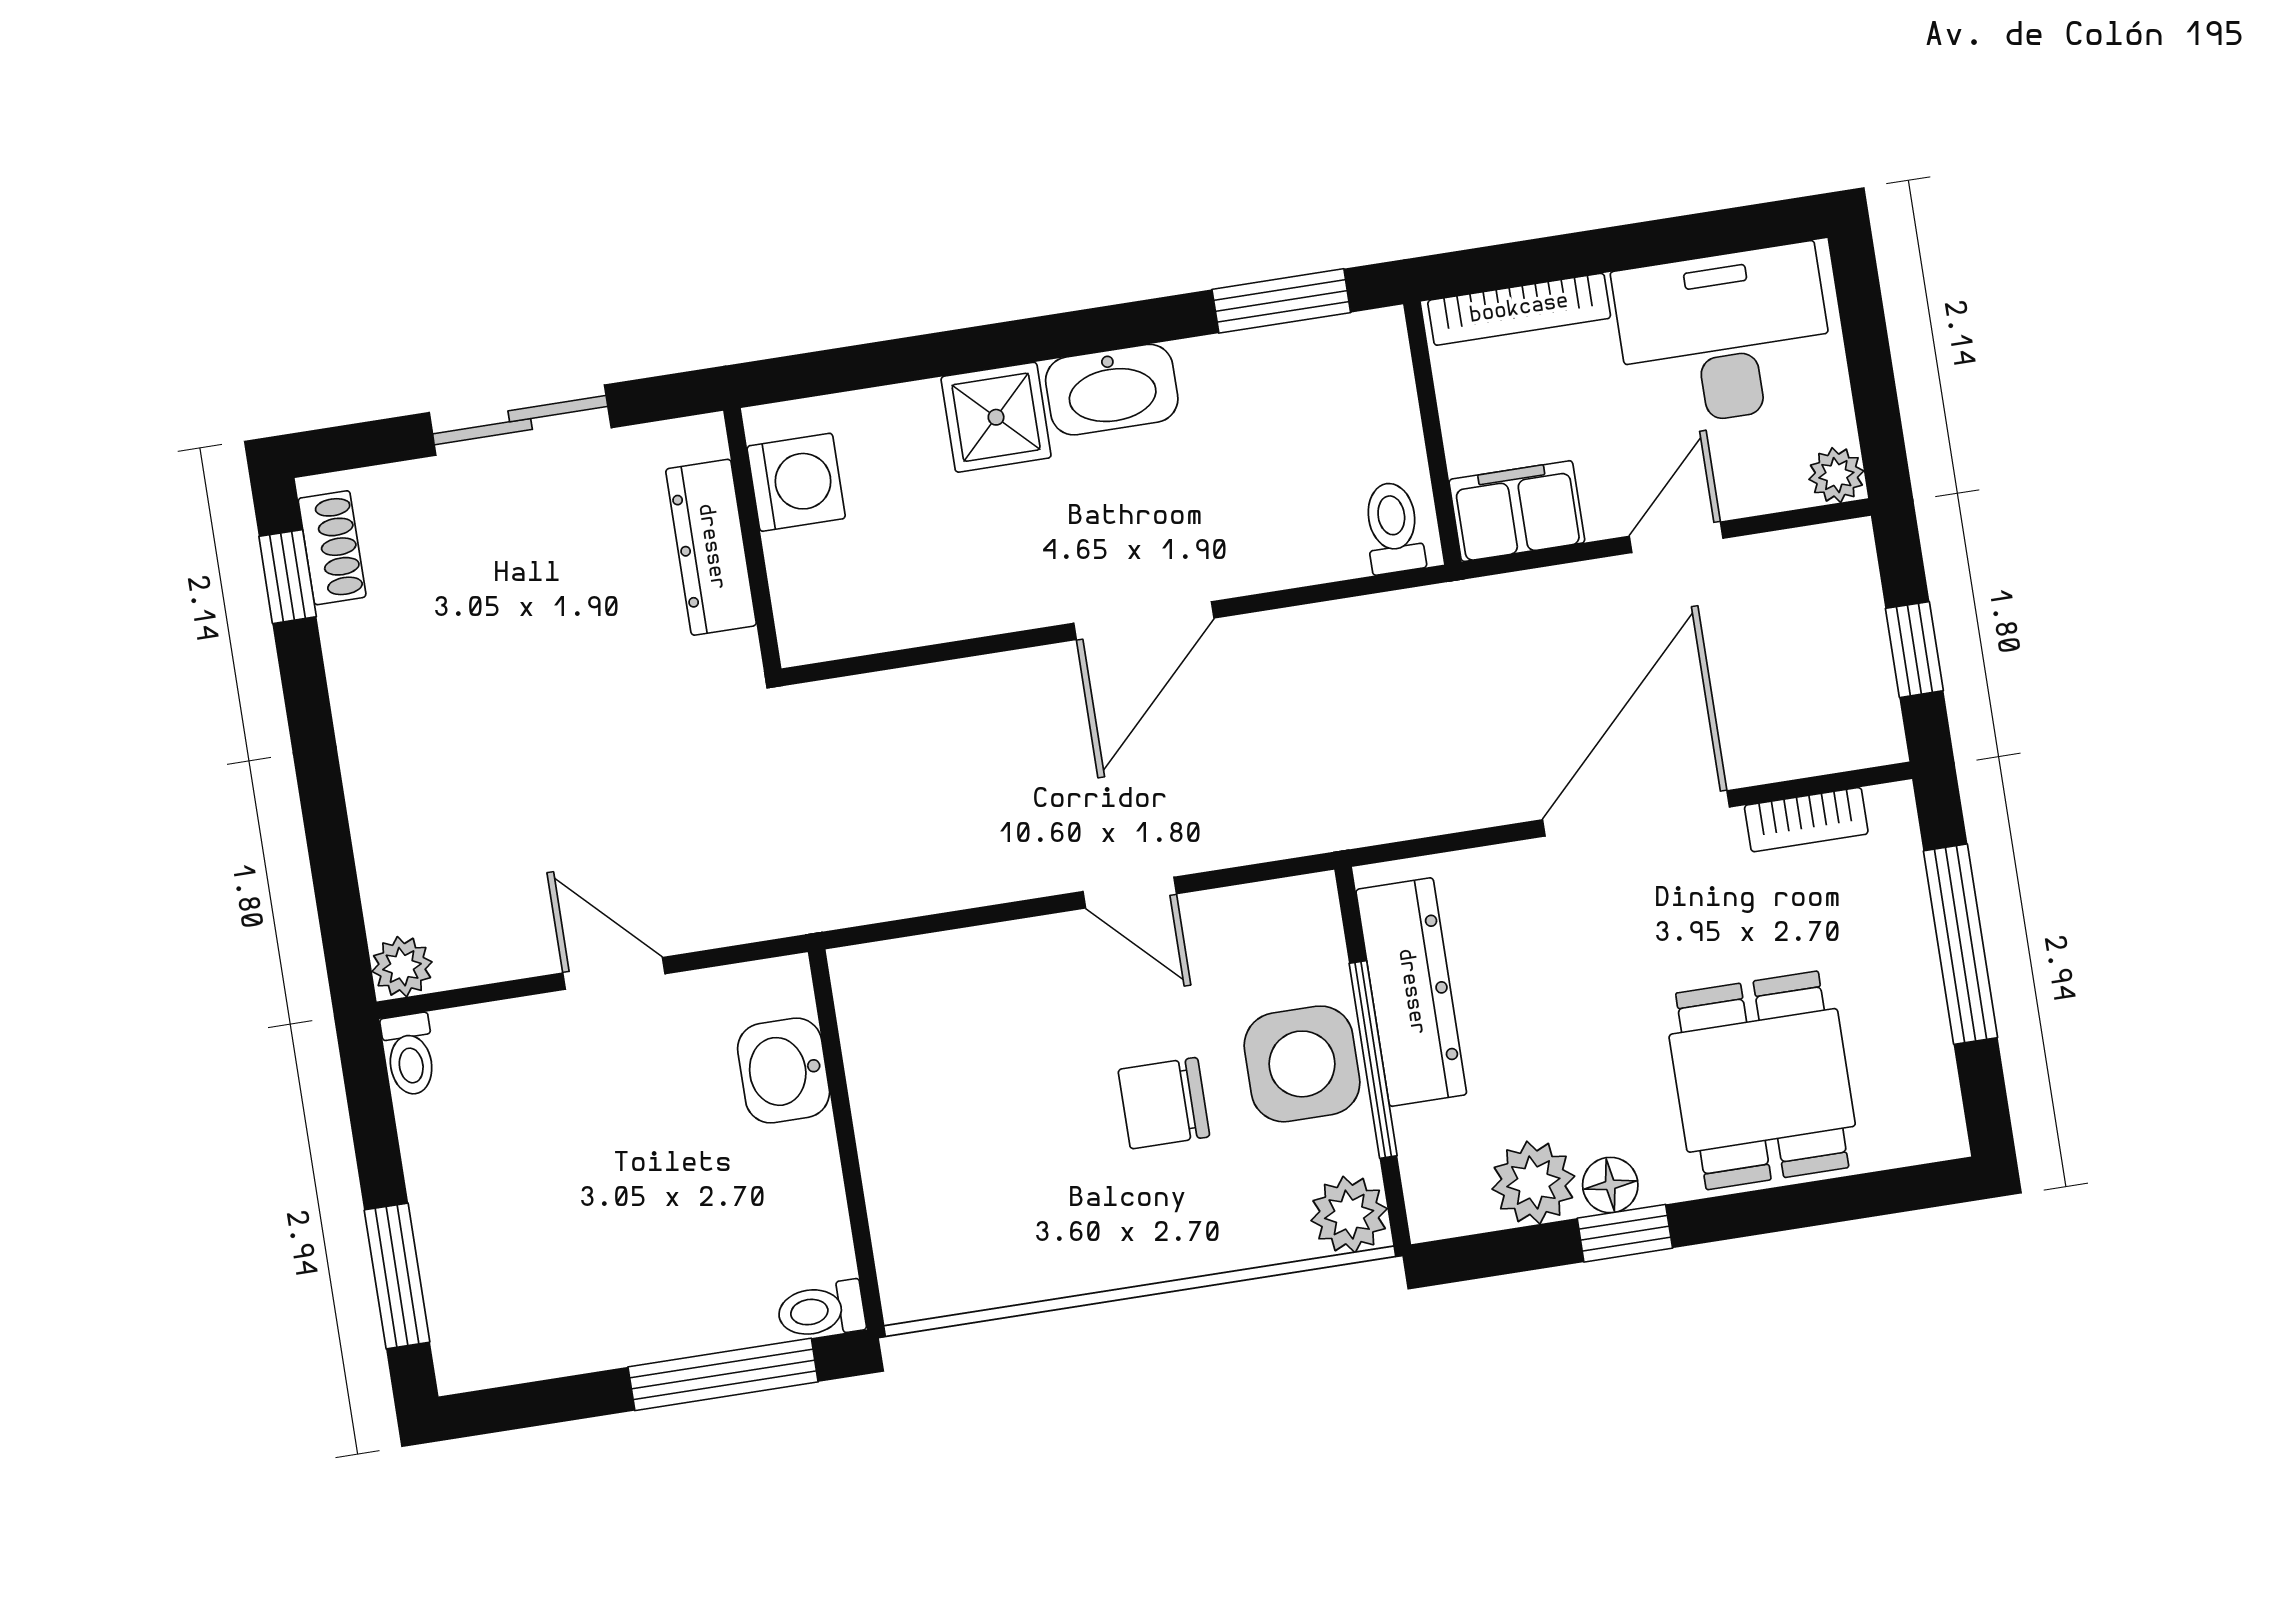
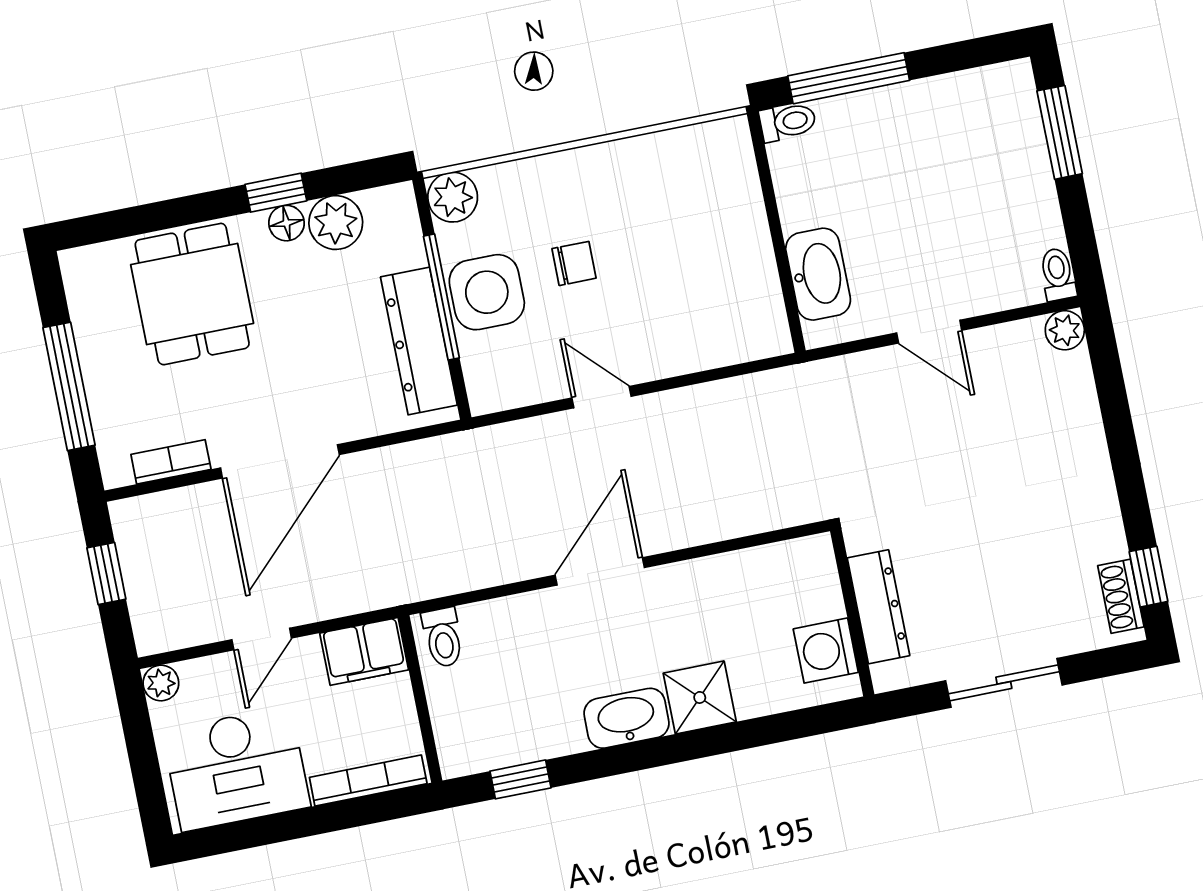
window: (1281, 301) -> (520, 779), width x0.67
washbasin: (784, 1070) -> (818, 274), width x1.38
chair: (1164, 1103) -> (574, 263), width x0.73, depth x0.73

